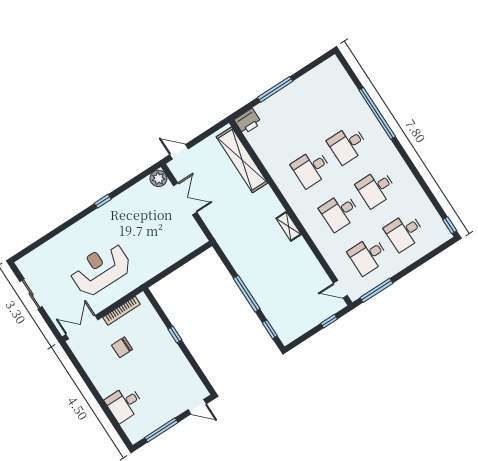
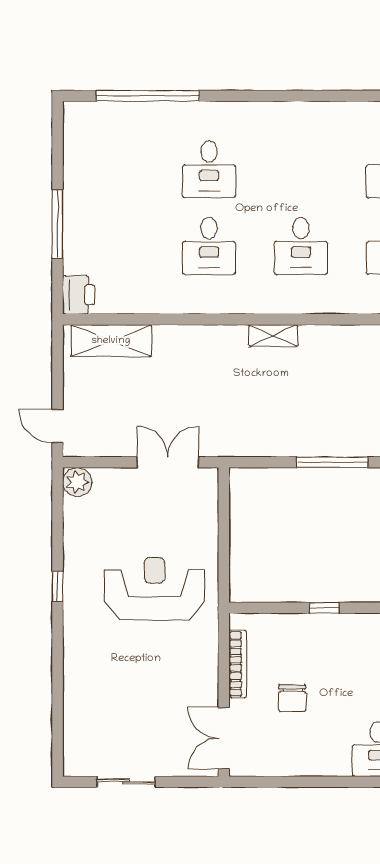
window: (377, 113) -> (148, 96), moved
door: (179, 152) -> (58, 426), hinge flipped
shelving: (242, 160) -> (111, 341), width x0.68
desk: (376, 188) -> (301, 169), removed
double door: (185, 199) -> (168, 462), moved
reception desk: (100, 269) -> (155, 589), moved, turned 90

